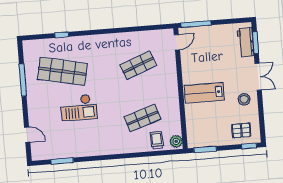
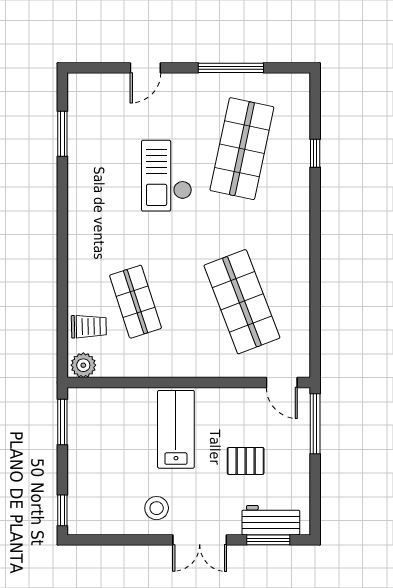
shop shelf: (138, 65) -> (242, 302), width x1.43, depth x1.36
pallet: (241, 130) -> (246, 461), moved, turned 90
door: (27, 135) -> (145, 68), moved

